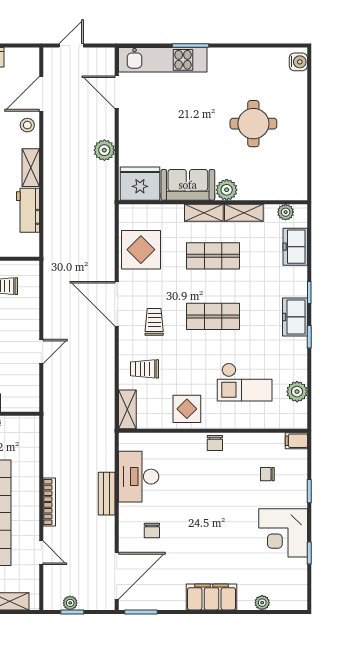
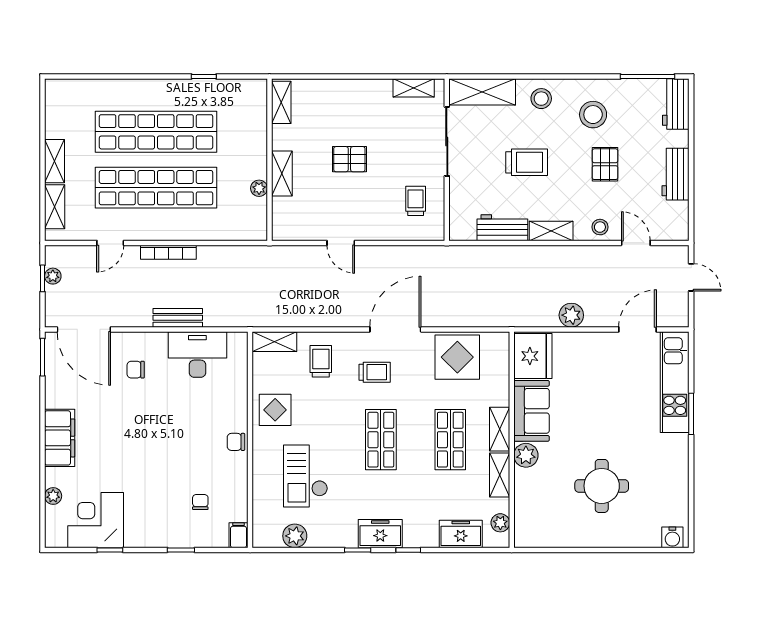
door: (41, 94) -> (636, 243), width x0.73
corner desk: (283, 533) -> (96, 520), moved

